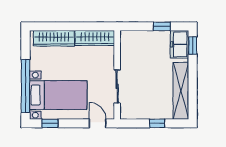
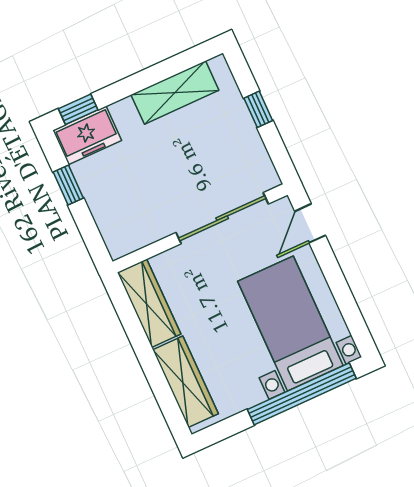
sliding door: (117, 86) -> (222, 218), width x1.37
shelving: (181, 91) -> (175, 92), width x0.68
window: (50, 123) -> (352, 315), removed

